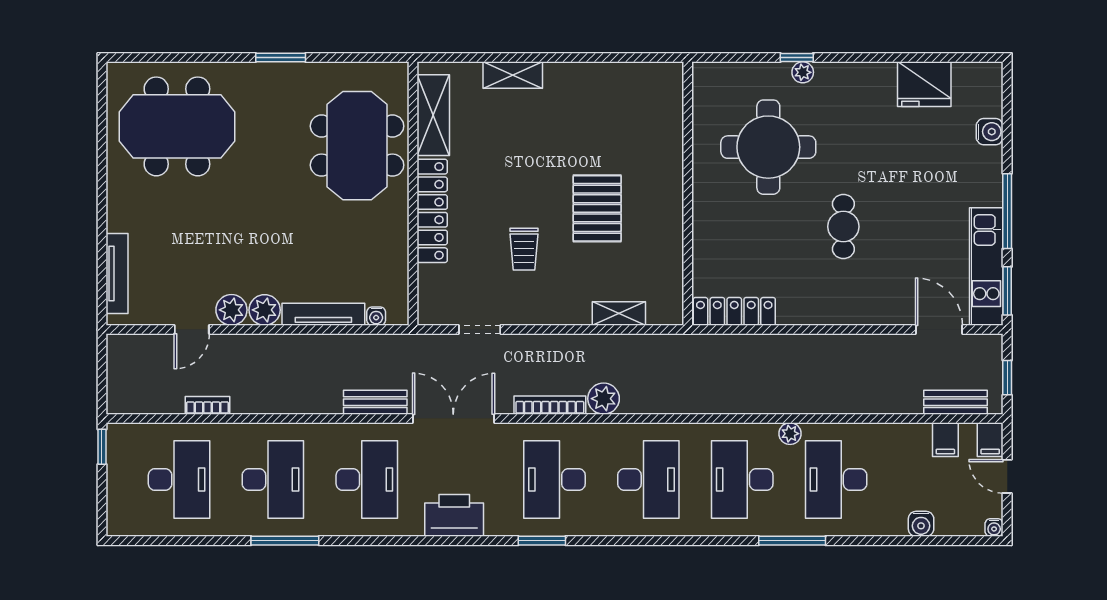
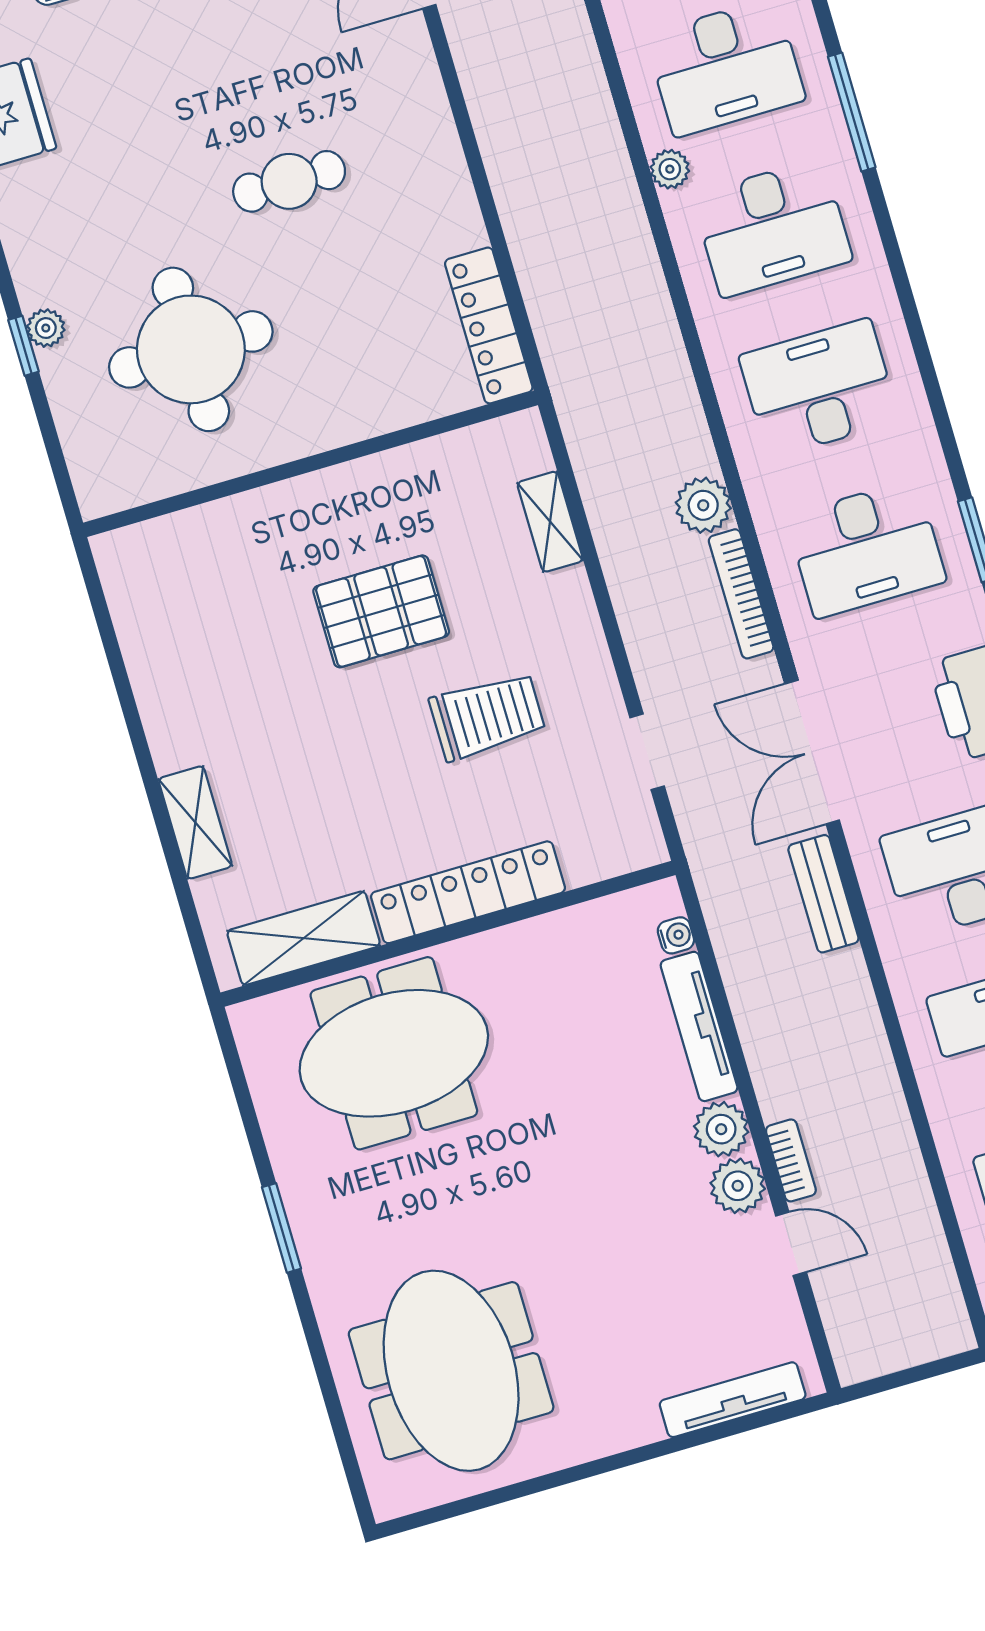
trolley: (524, 249) -> (487, 716), width x1.36, depth x1.39
bookcase: (207, 405) -> (791, 1160), moved, turned 180

